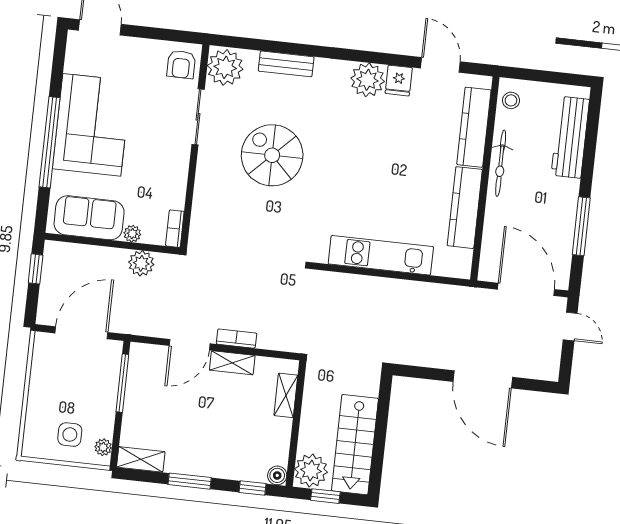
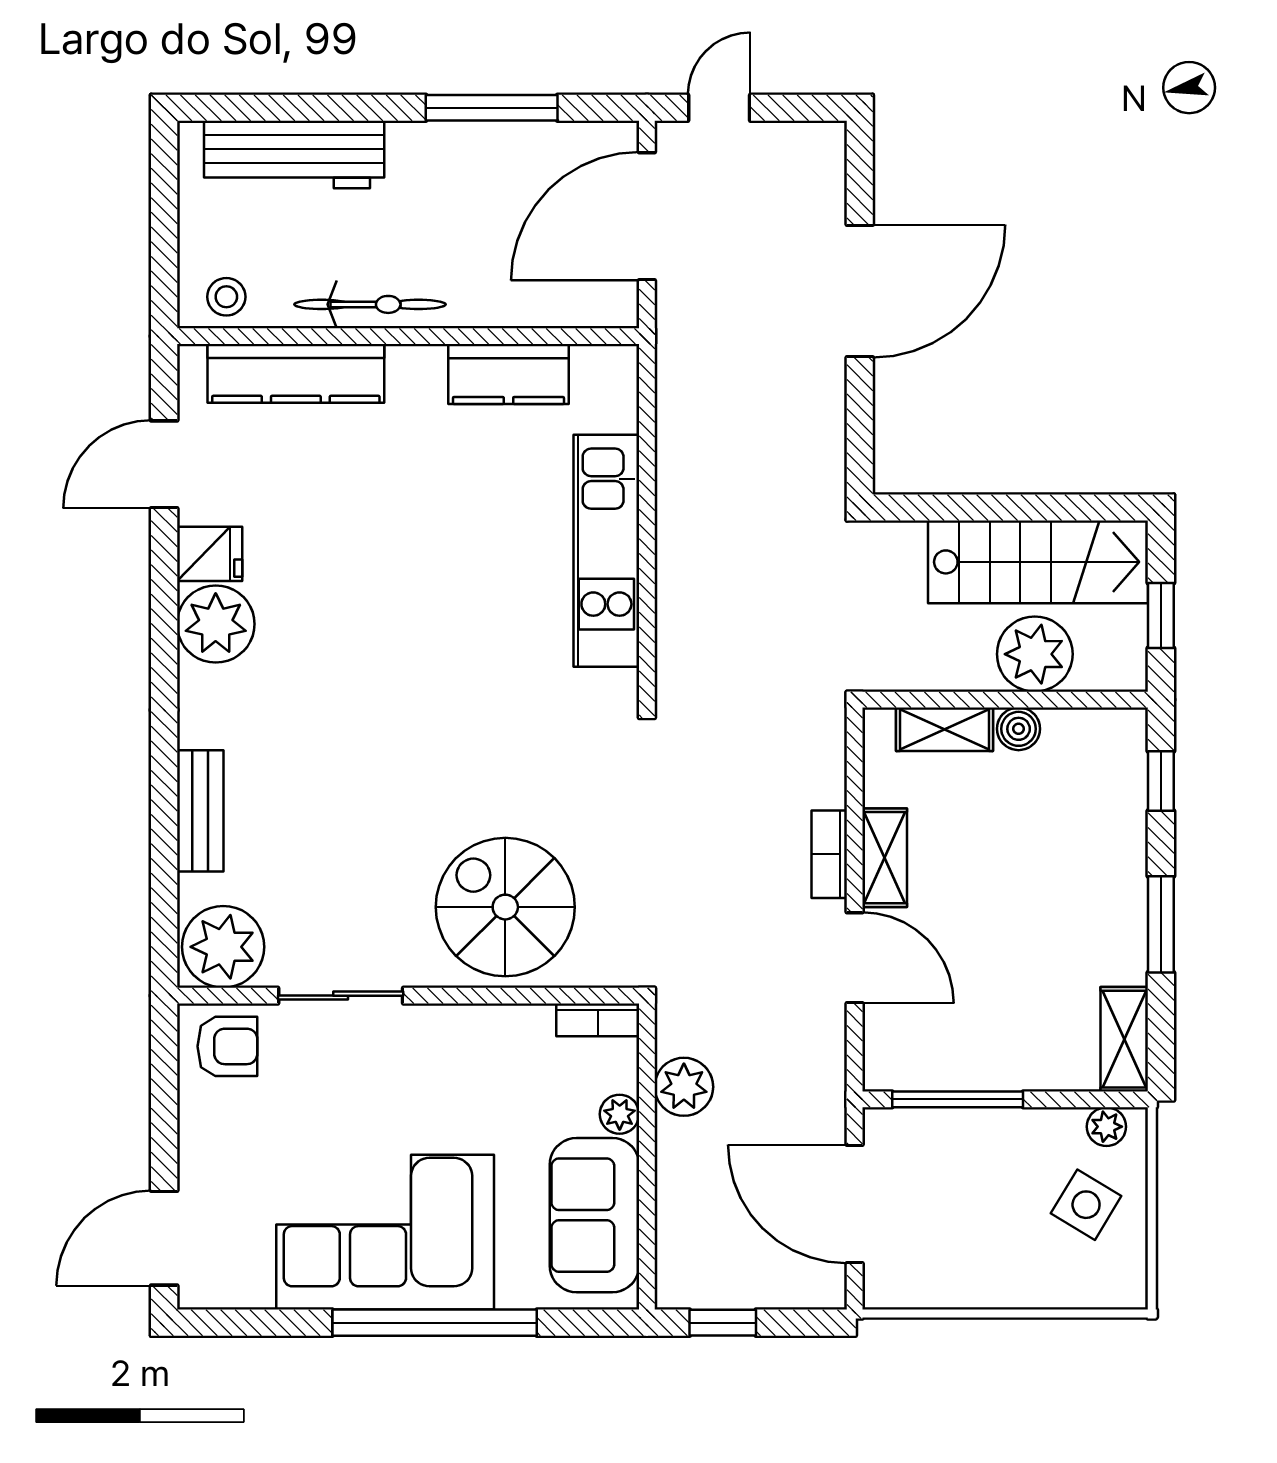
spiral stairs: (272, 155) -> (505, 907), moved, turned 90
kitchen counter: (465, 208) -> (508, 374), width x0.67
side table: (70, 435) -> (1086, 1205), turned 31
plant: (311, 471) -> (1035, 654), moved
boiler: (277, 475) -> (1019, 729), moved

